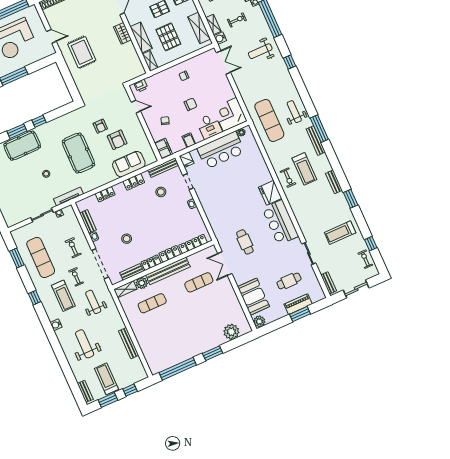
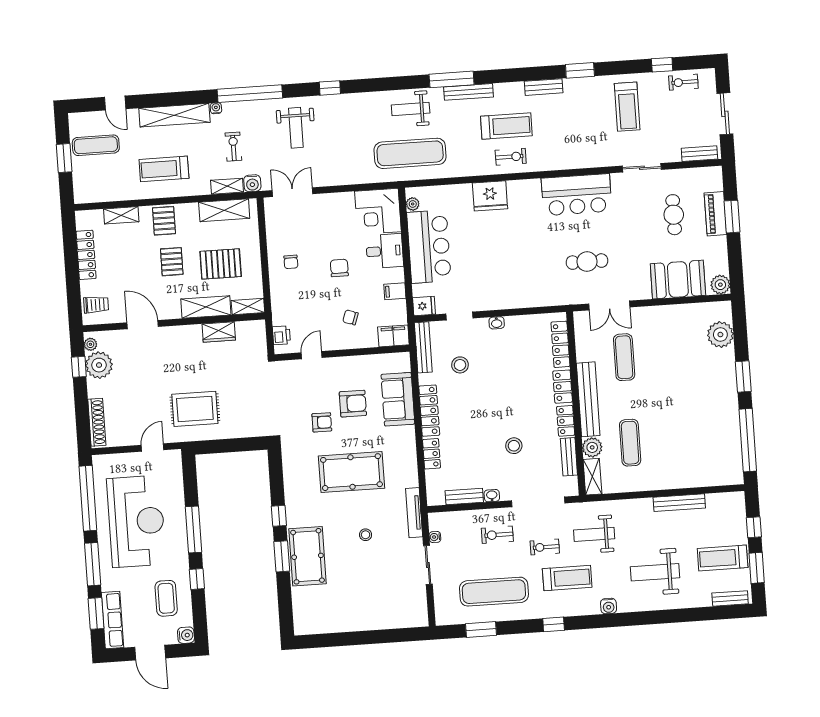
wardrobe: (122, 33) -> (219, 332), moved
locker: (134, 182) -> (429, 411), width x1.53
fridge: (270, 193) -> (490, 196), moved

